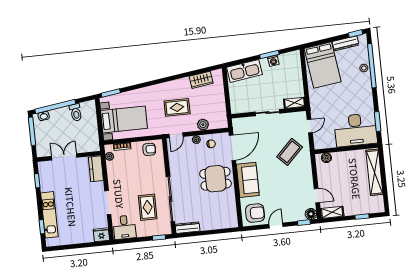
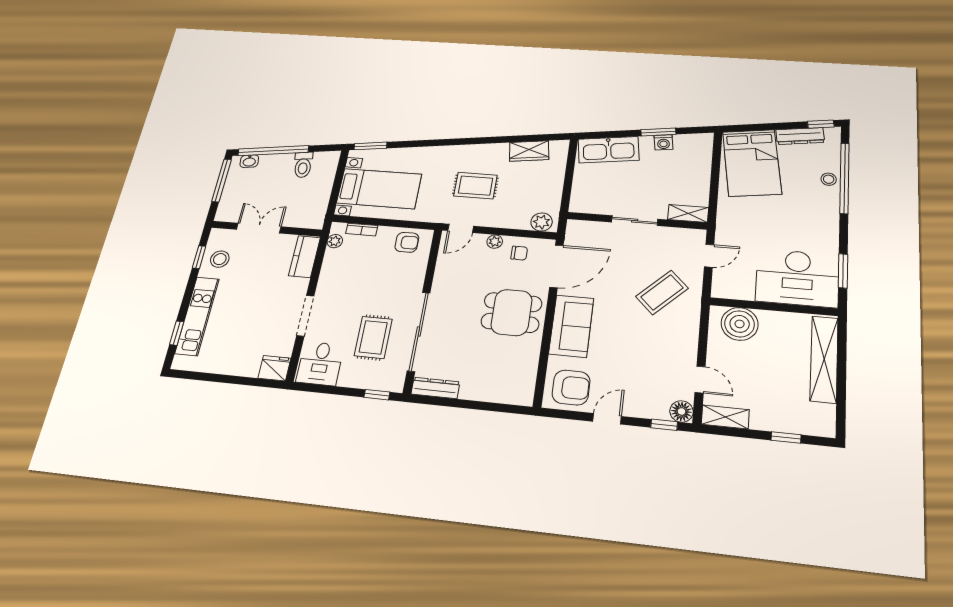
plant: (203, 125) -> (542, 222), moved
boiler: (326, 158) -> (740, 324), width x1.86, depth x1.86
stool: (49, 180) -> (220, 259), added

